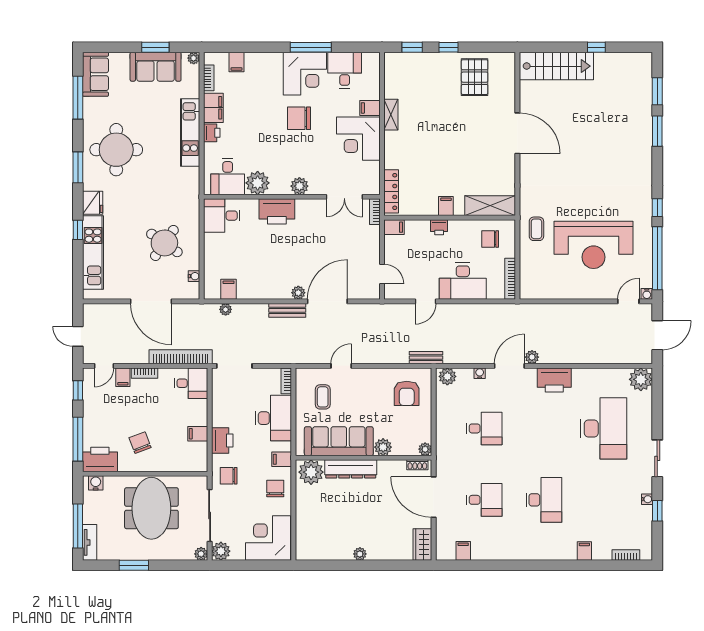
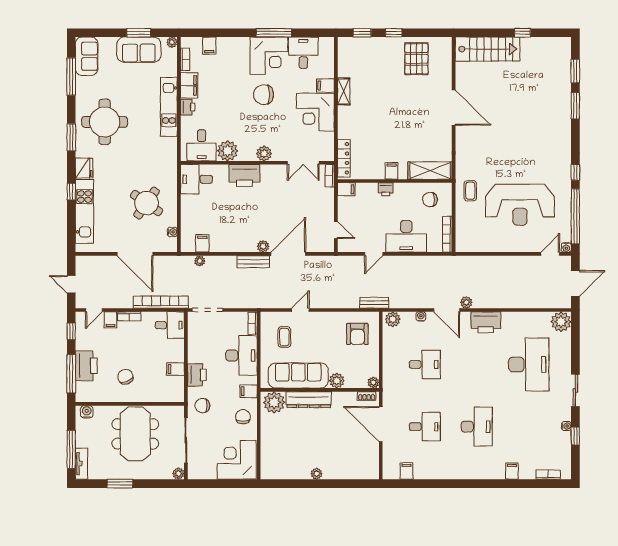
door: (509, 366) -> (447, 310), swing flipped
printer: (100, 459) -> (86, 366), moved, turned 90
wardrobe: (422, 545) -> (371, 465), removed
plant: (221, 551) -> (196, 471), removed

